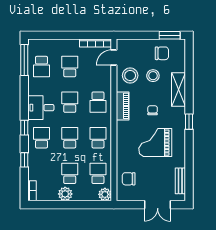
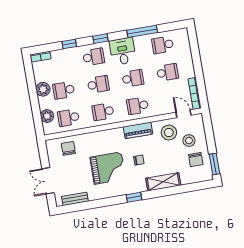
window: (24, 60) -> (142, 31), moved
stool: (153, 76) -> (189, 141), moved
school desk: (98, 138) -> (103, 112), turned 180
grand piano: (155, 143) -> (108, 168), turned 90
school desk: (70, 173) -> (64, 90), turned 180
school desk: (98, 173) -> (68, 118), turned 180
plant: (105, 194) -> (47, 116), moved

